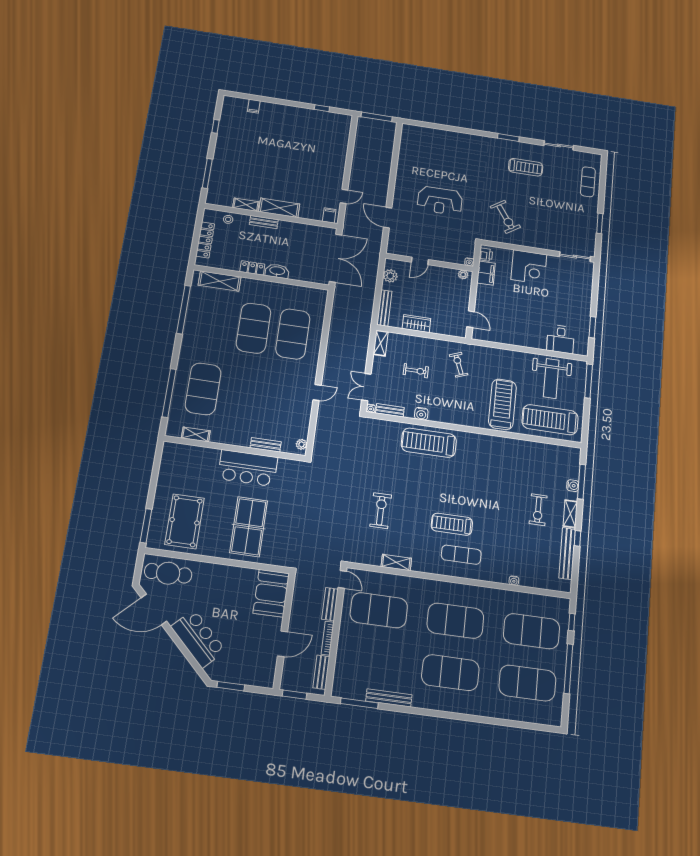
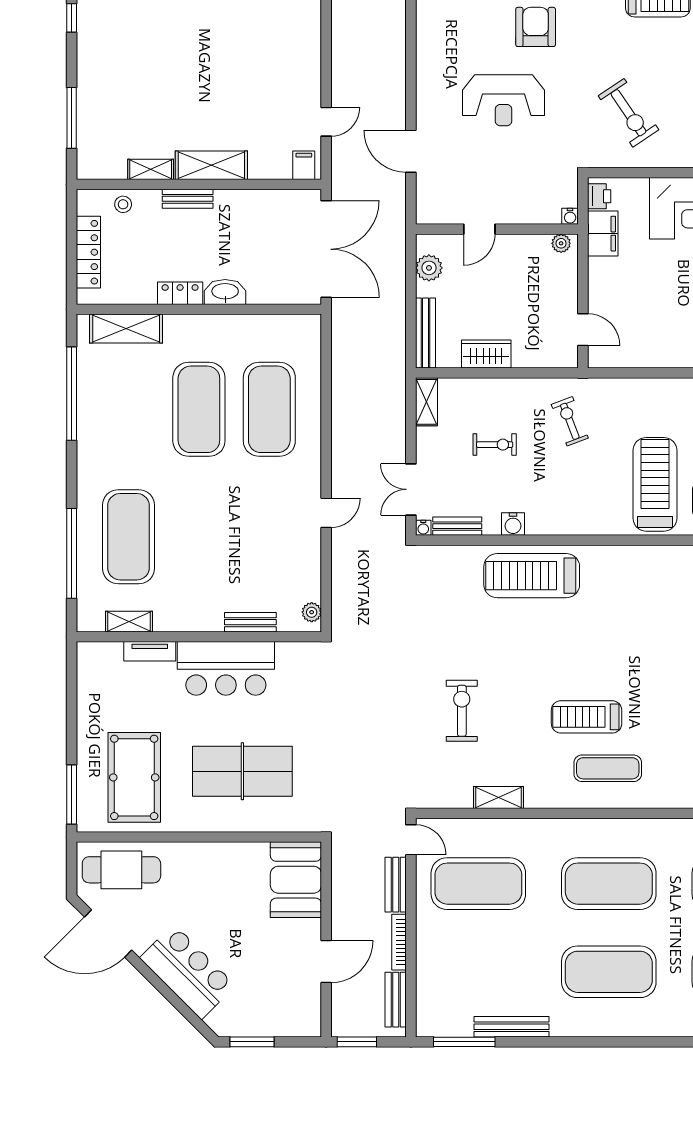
armchair: (461, 169) -> (536, 27), added
tv unit: (205, 452) -> (150, 651), added
table tennis table: (249, 527) -> (242, 771), turned 90

